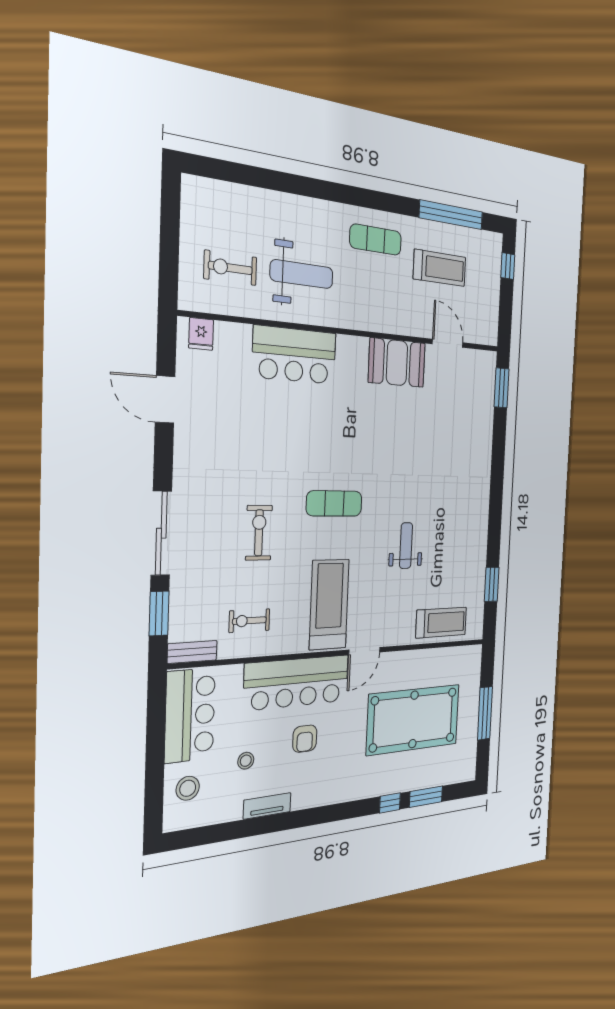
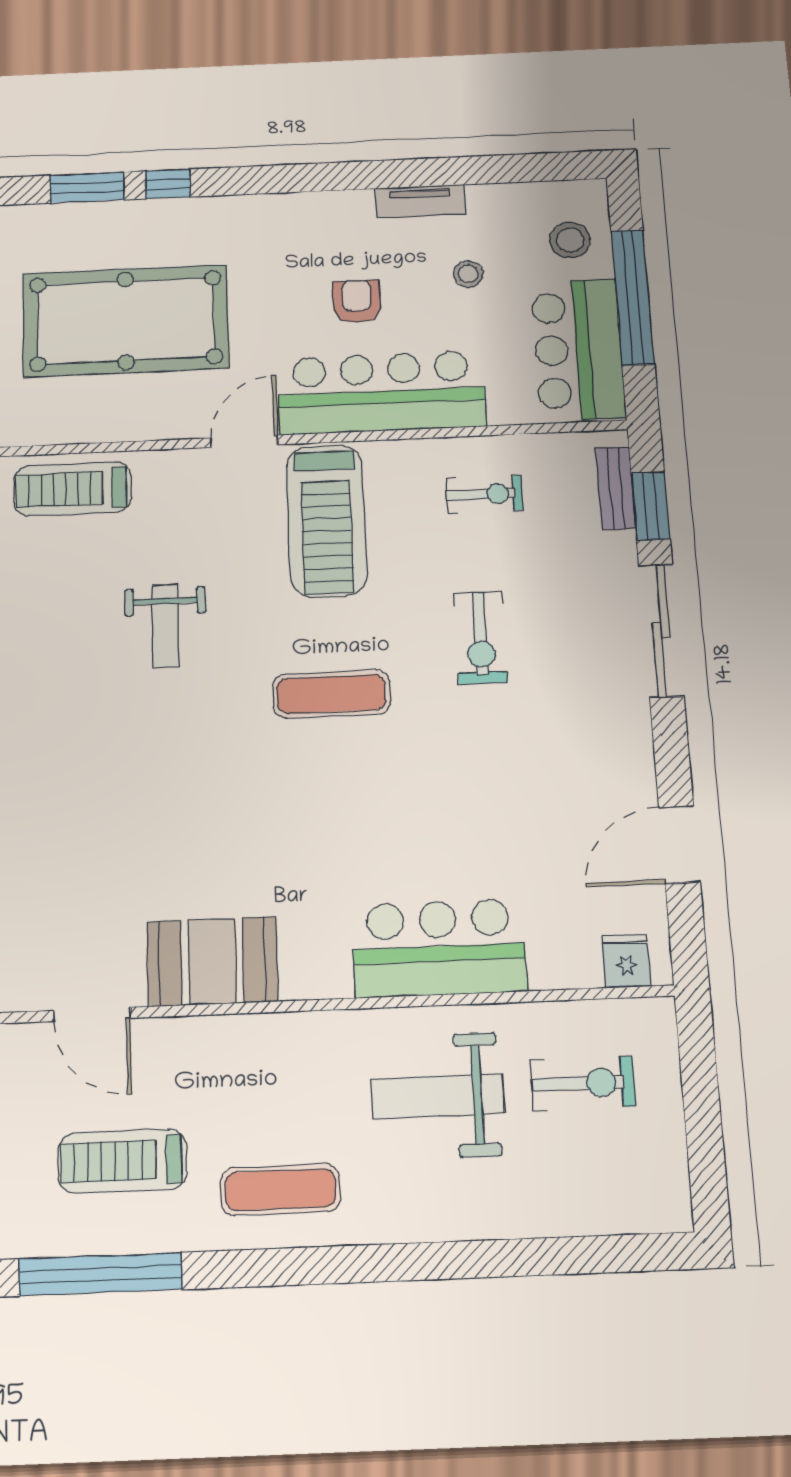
door: (165, 399) -> (679, 844), swing flipped
bench: (192, 652) -> (616, 488), moved, turned 90
window: (155, 752) -> (633, 297), added

